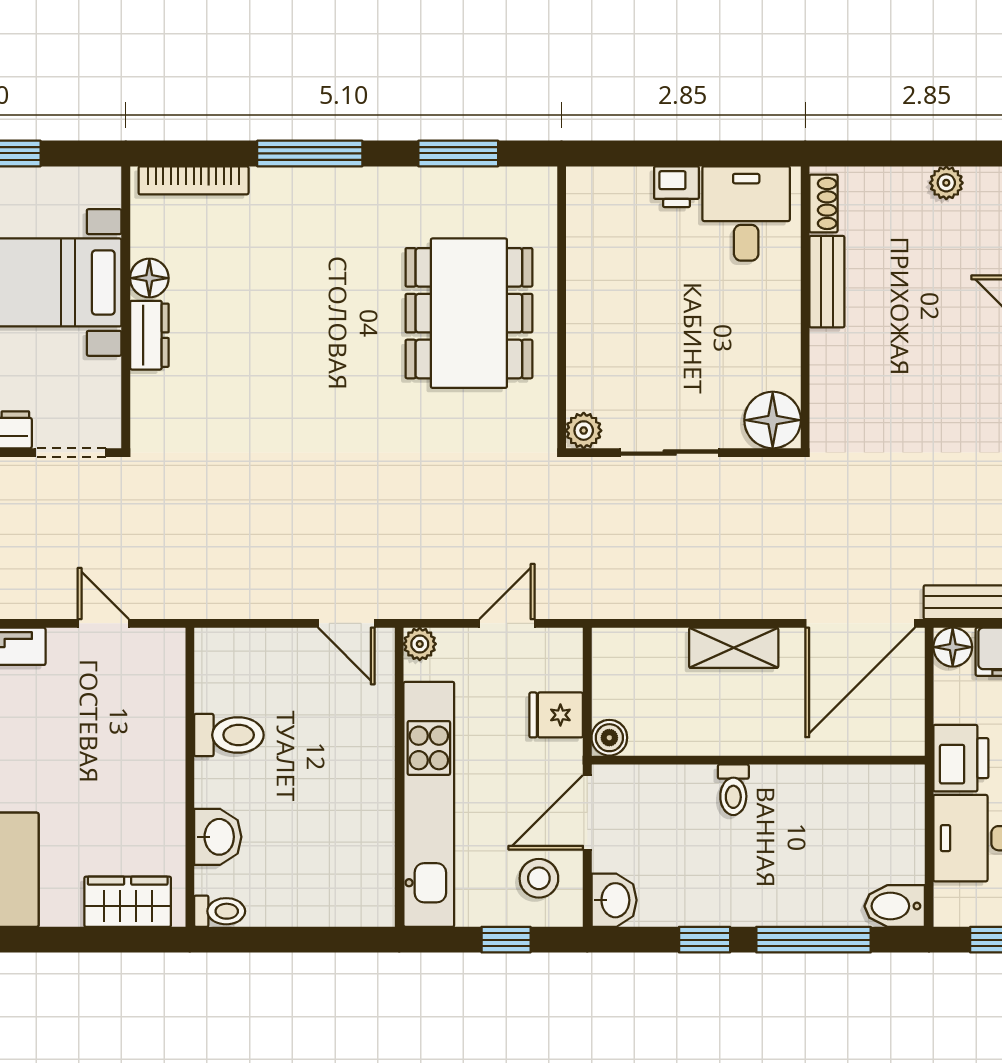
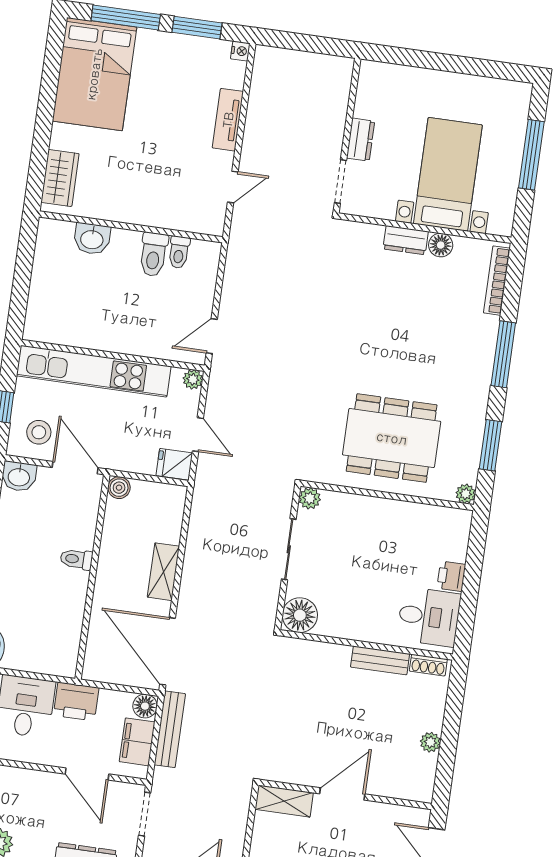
plant: (541, 182) -> (466, 494), added
fridge: (556, 715) -> (174, 464), moved, turned -90
toilet: (220, 911) -> (179, 252), moved

